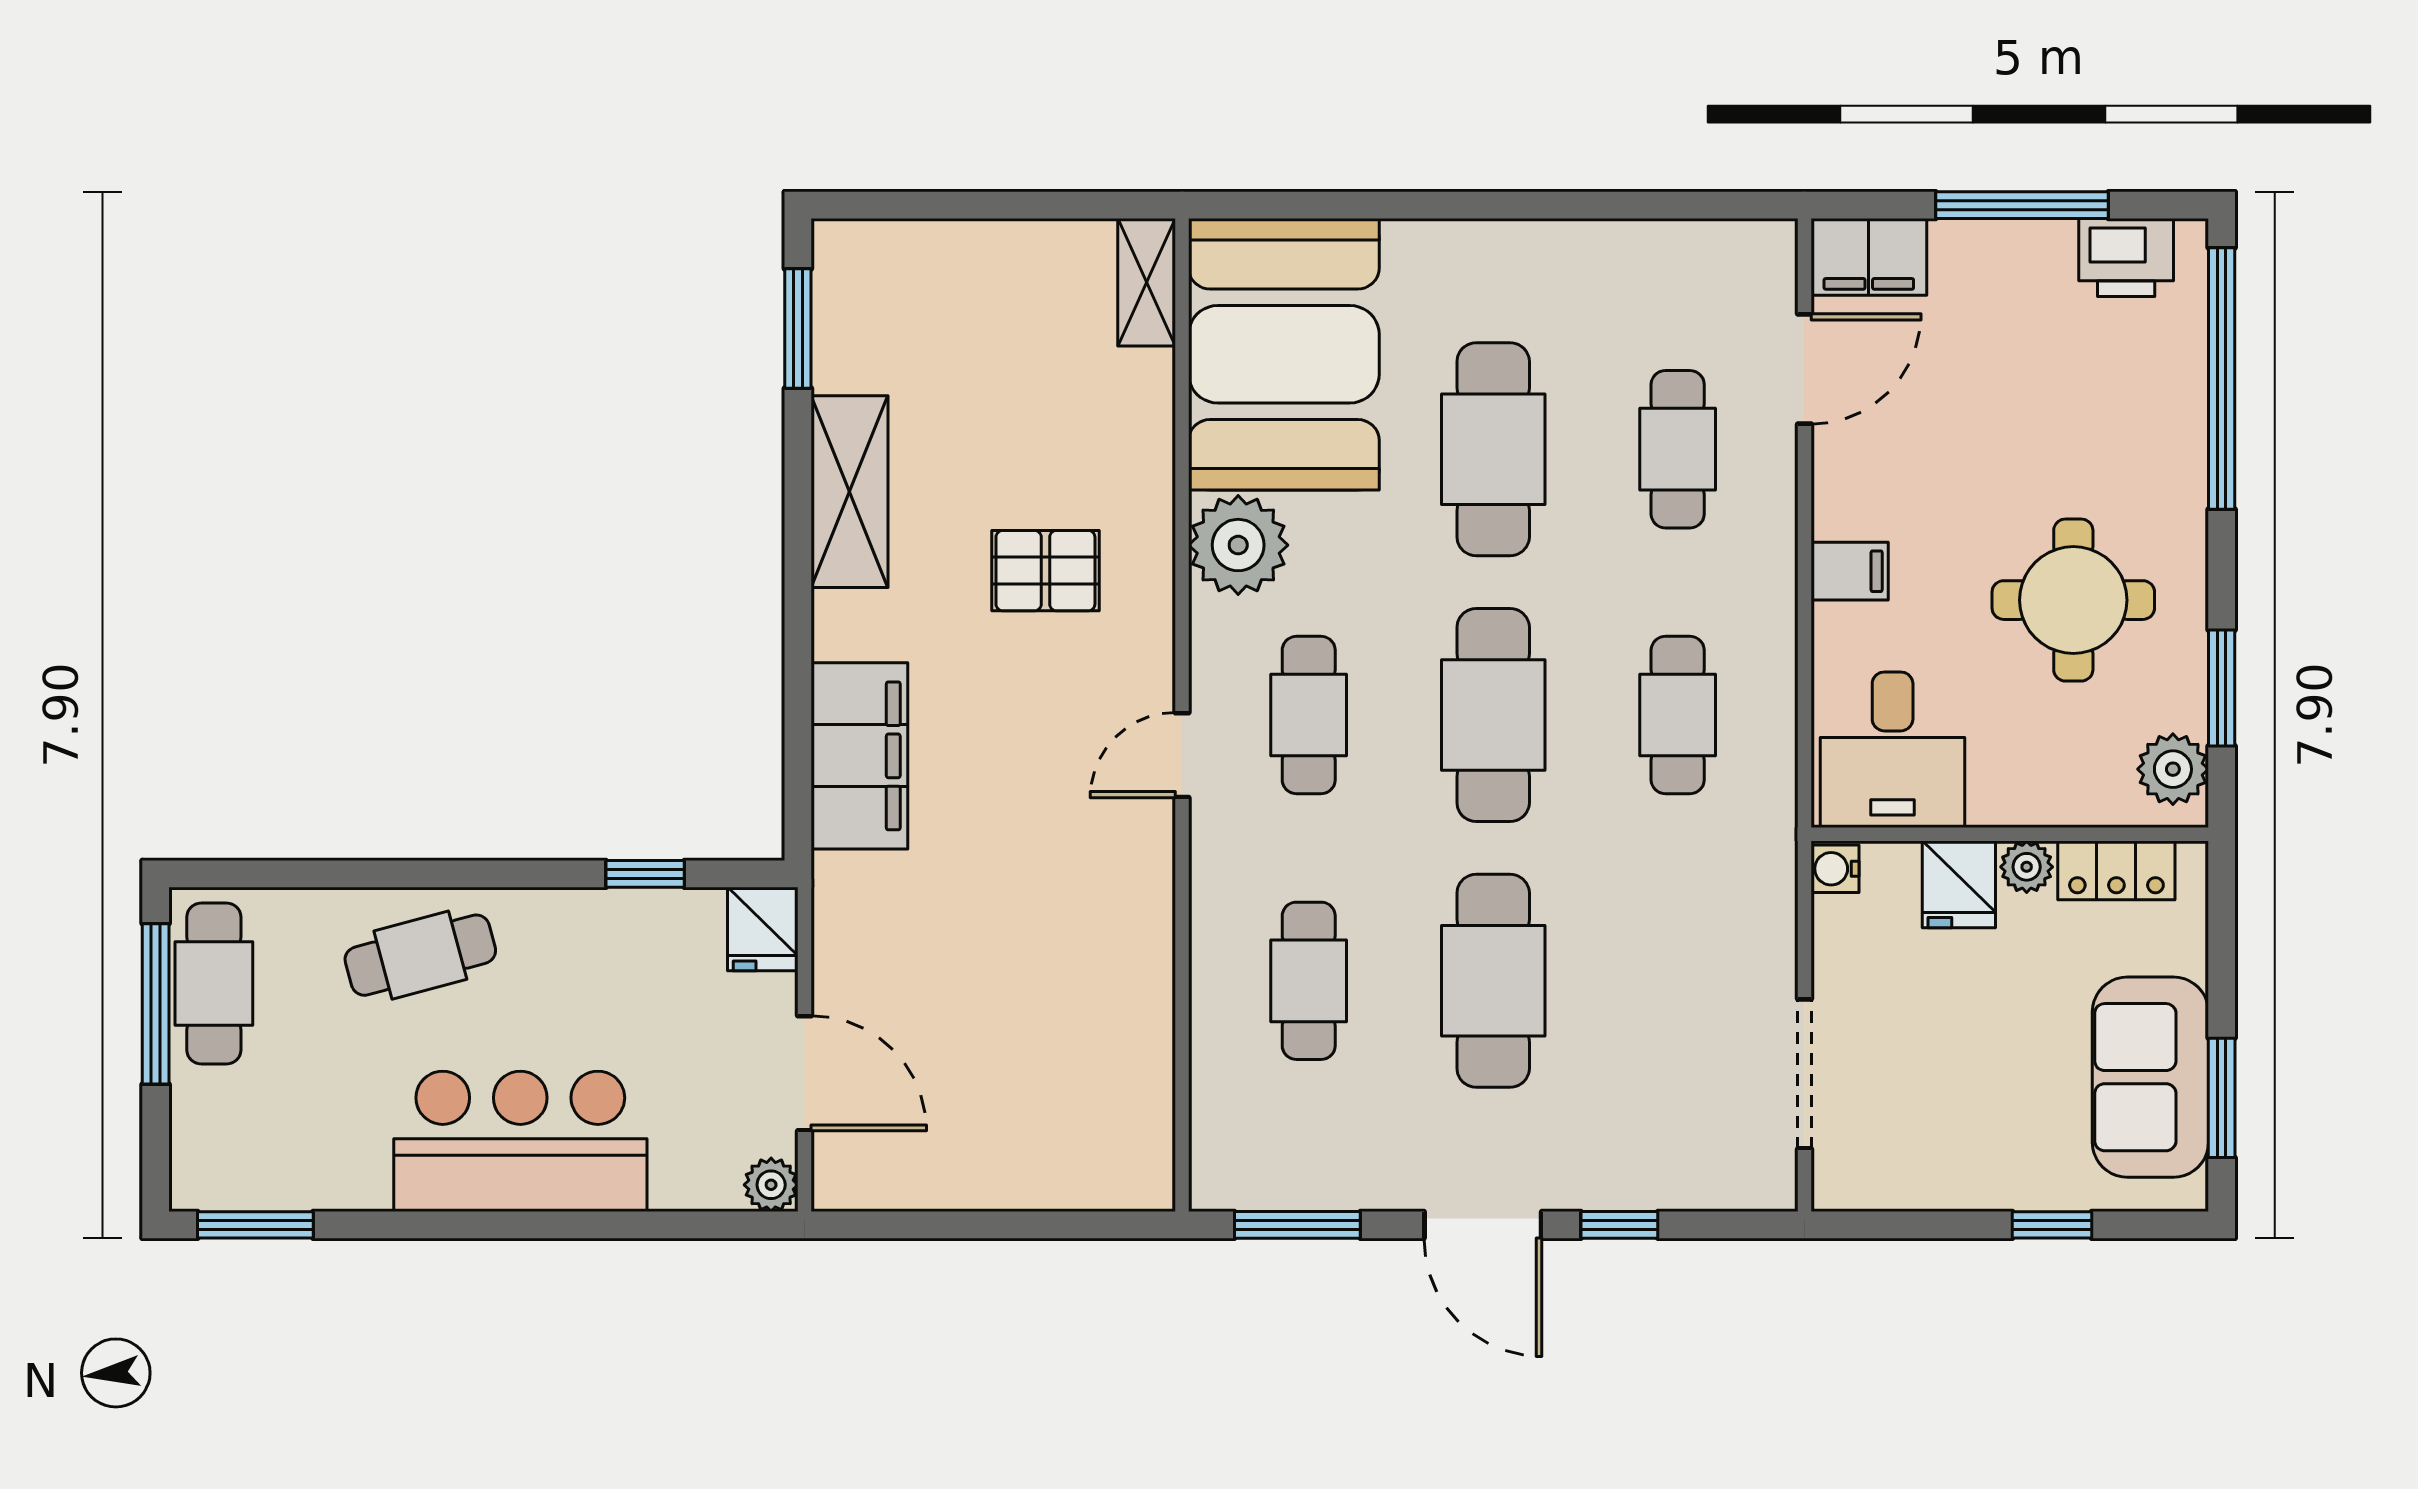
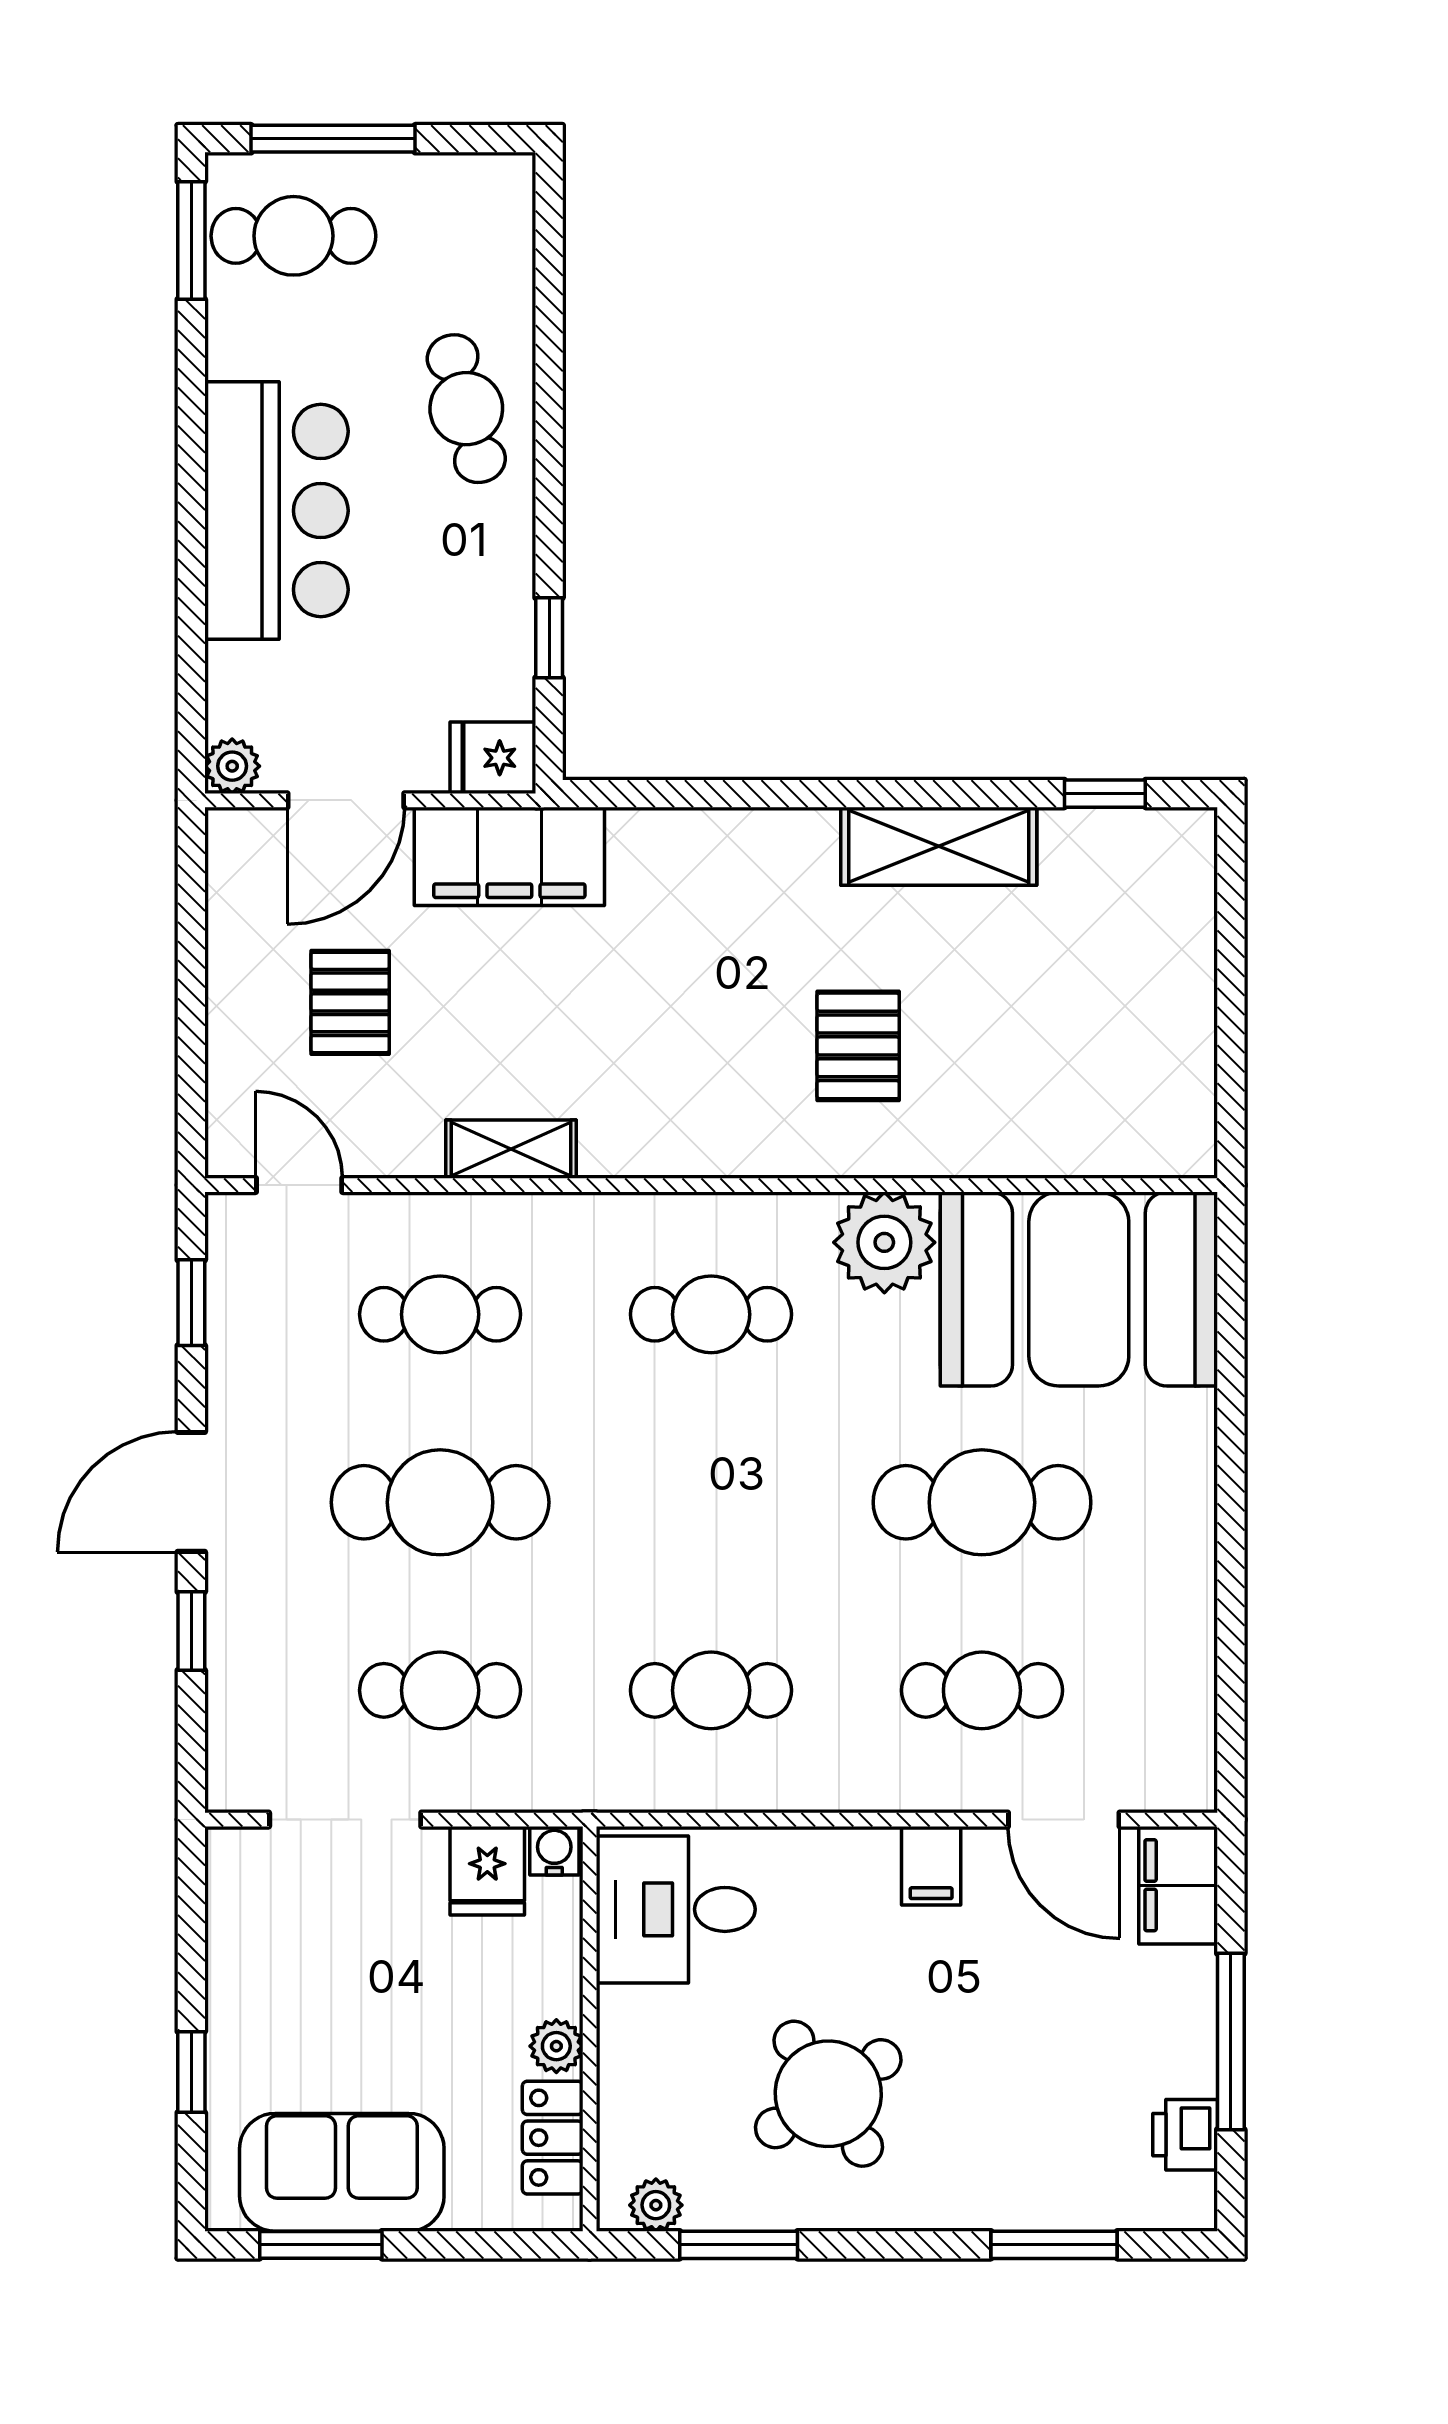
printer: (2126, 258) -> (1185, 2135), width x0.73, depth x0.81
shelving: (1147, 282) -> (511, 1149), moved
window: (798, 329) -> (1105, 794), width x0.67
window: (2222, 379) -> (1054, 2245), width x0.47
filing cabinet: (1850, 571) -> (931, 1866), moved
round table: (2073, 600) -> (828, 2094), turned -33
cafe table: (1493, 715) -> (440, 1690), moved, width x0.73, depth x0.74
door: (1182, 755) -> (299, 1185), moved
filing cabinet: (859, 756) -> (509, 856), moved
plant: (2173, 769) -> (656, 2205), width x0.73, depth x0.73
fridge: (1959, 884) -> (487, 1871), moved, turned -90
cafe table: (214, 984) -> (293, 236), moved
window: (156, 1004) -> (333, 139), moved
pallet: (1003, 1069) -> (350, 1002), added
window: (1297, 1225) -> (191, 1303), width x0.67

